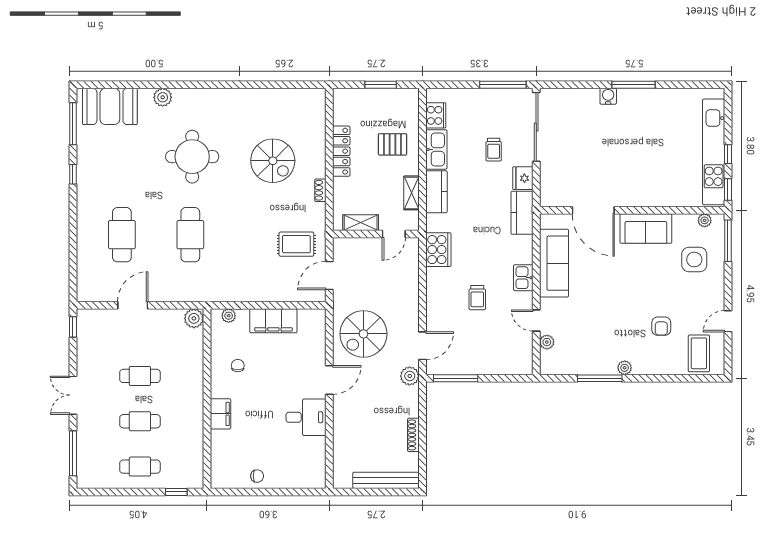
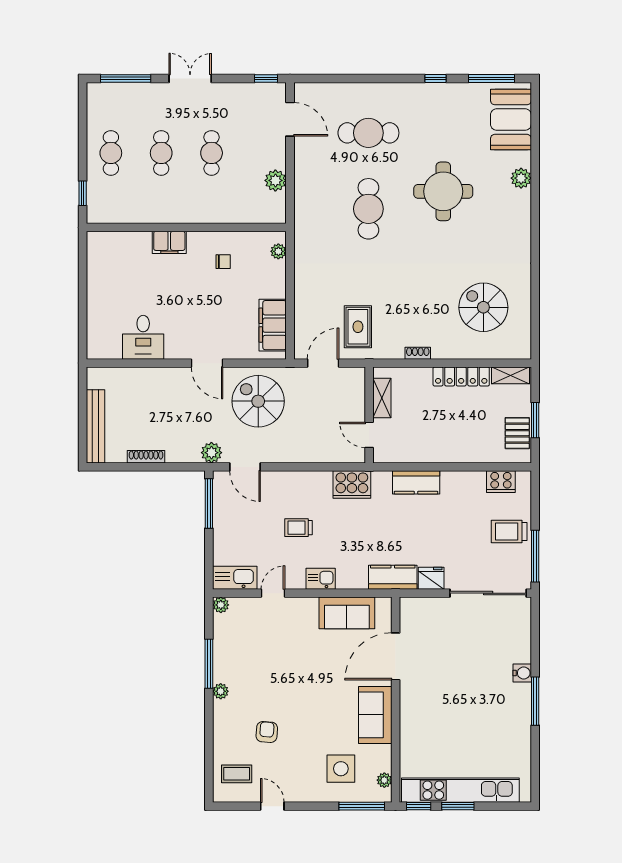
pallet: (393, 144) -> (517, 433), moved
kitchen sink: (436, 149) -> (235, 578), moved, turned 180
trolley: (494, 150) -> (509, 532), moved, width x1.36, depth x1.39
window: (728, 154) -> (458, 806), width x1.50
round table: (192, 157) -> (443, 191), moved
spiral stairs: (273, 161) -> (483, 307), moved, turned 90
shelving: (411, 193) -> (511, 375), moved
cafe table: (190, 235) -> (368, 209), turned 90
sofa: (554, 263) -> (347, 613), width x0.73
door: (329, 276) -> (323, 363), hinge flipped
door: (133, 305) -> (290, 119), moved
plant: (194, 318) -> (275, 180), moved
filing cabinet: (273, 321) -> (273, 325), moved
armchair: (661, 326) -> (267, 732), turned 94
plant: (547, 342) -> (221, 605), moved
coffee table: (699, 353) -> (237, 774), width x0.73, depth x0.77
desk: (306, 417) -> (143, 337), moved
chair: (257, 476) -> (100, 283), removed

